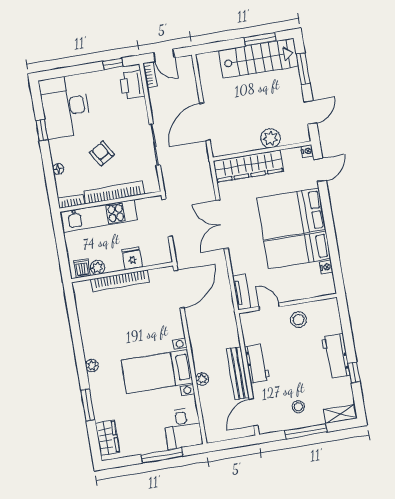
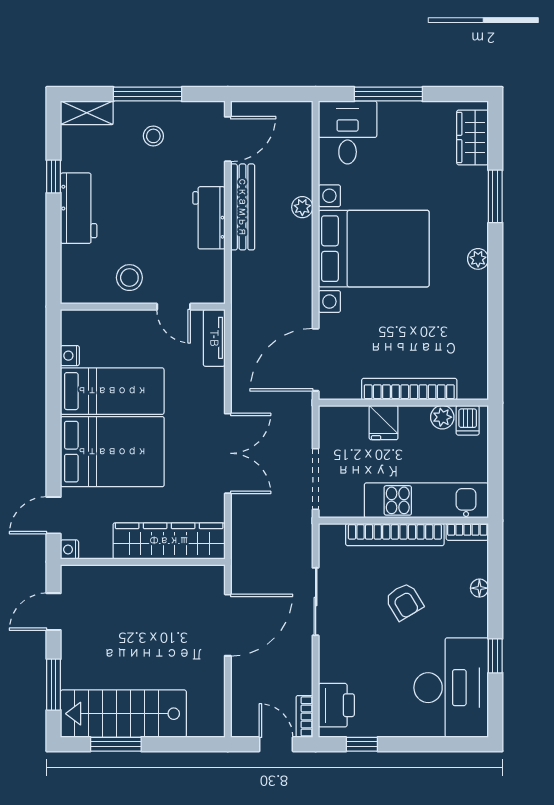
plant: (270, 138) -> (126, 580), removed
bed with nightstands: (157, 371) -> (374, 249), width x1.36

